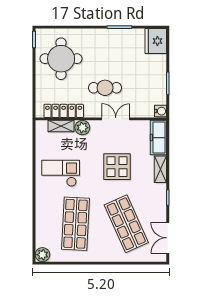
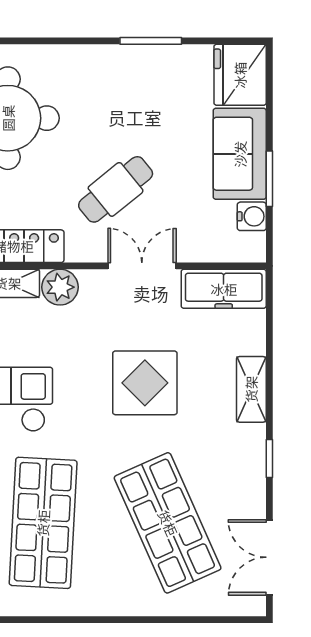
sofa: (156, 73) -> (240, 154), added
cafe table: (105, 88) -> (116, 189), turned -39
water cooler: (161, 111) -> (252, 216), moved
freezer: (158, 138) -> (224, 289), moved, turned -90

